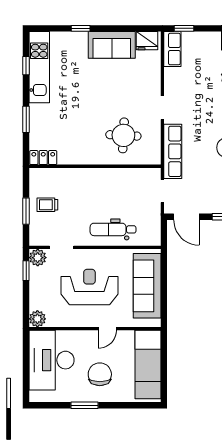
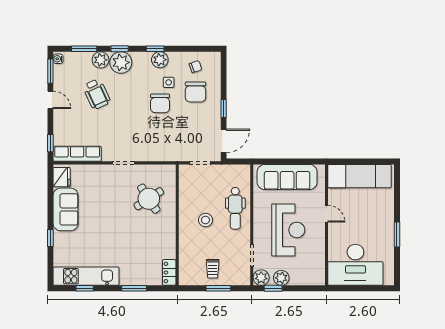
row of seats: (172, 49) -> (77, 154), width x1.48
round table: (123, 135) -> (149, 199), turned -36
row of seats: (173, 151) -> (163, 153), removed
stool: (100, 197) -> (205, 220), added
reception desk: (89, 287) -> (288, 230), turned 180
plant: (37, 319) -> (281, 278), moved
chair: (100, 374) -> (369, 221), removed

